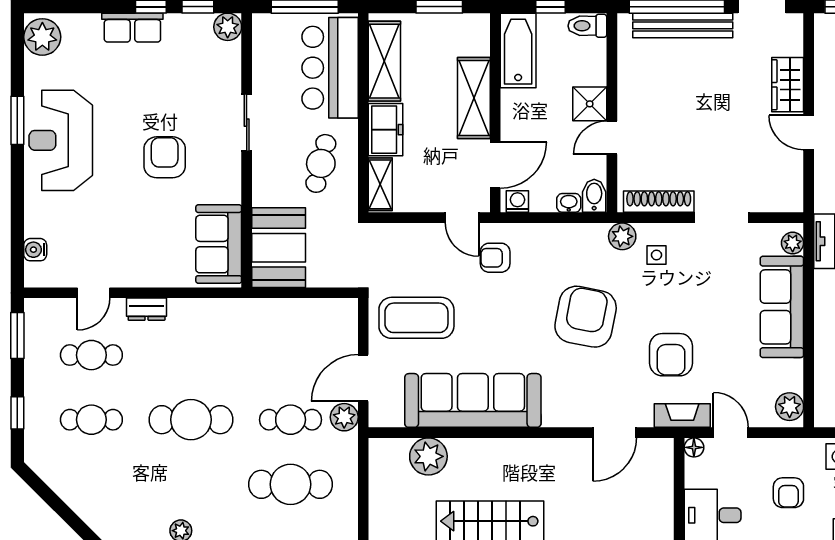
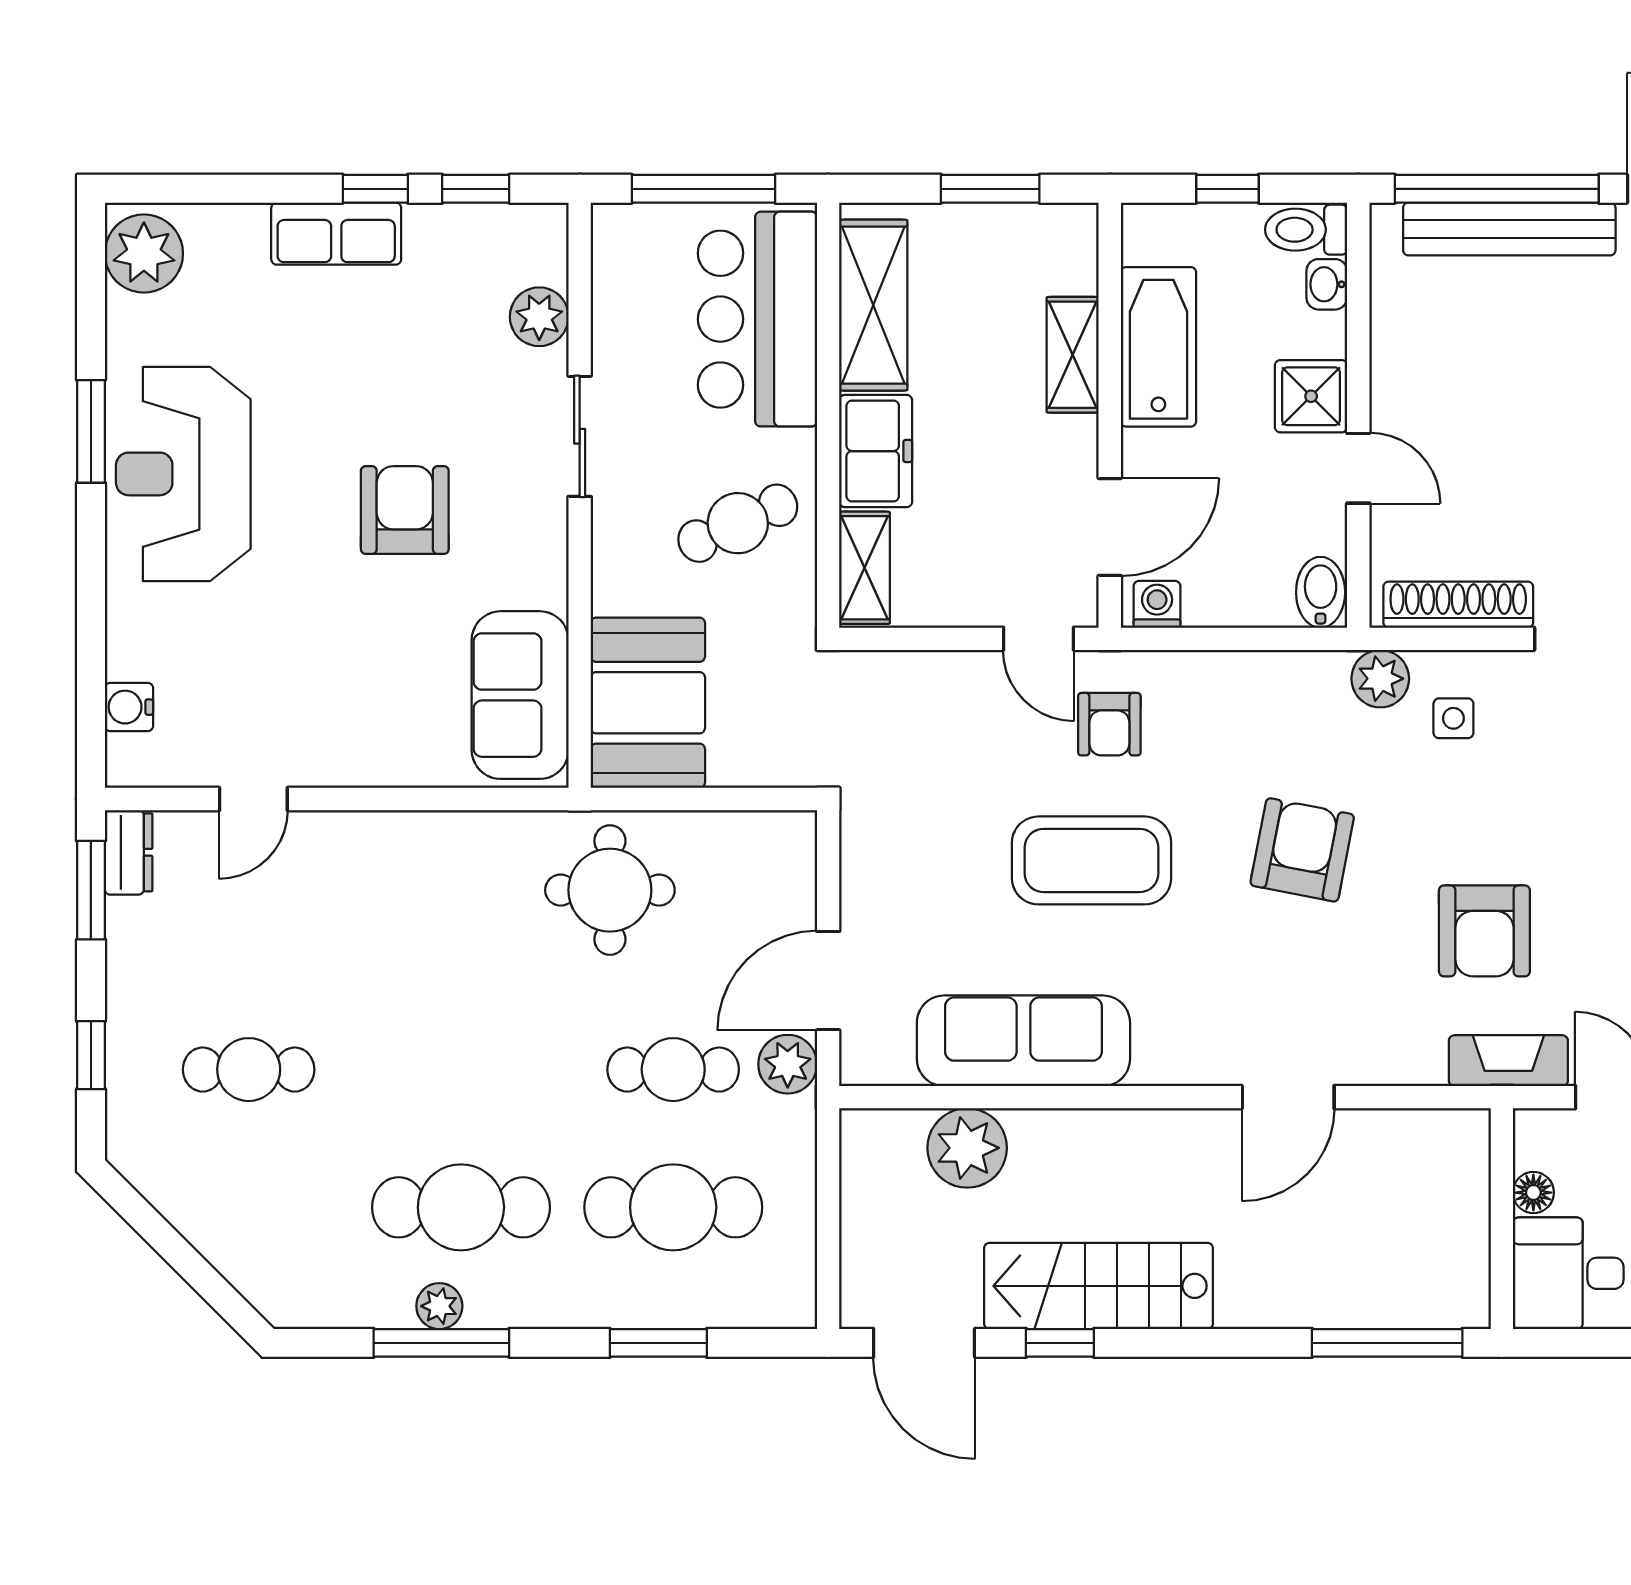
plant: (228, 27) -> (539, 317), moved
bathtub: (518, 51) -> (1158, 347), moved
shelving: (474, 98) -> (1073, 355), width x0.67, depth x0.75
door: (612, 138) -> (1358, 468), swing flipped
cafe table: (321, 163) -> (738, 523), turned 52
washbasin: (569, 203) -> (1327, 284), moved, turned -90
armchair: (495, 258) -> (1109, 724), turned -90
dresser: (147, 309) -> (129, 852), moved, turned -90
armchair: (586, 317) -> (1302, 850), width x0.73, depth x0.73
coffee table: (416, 318) -> (1092, 860), moved
round table: (261, 336) -> (610, 890), added
cafe table: (91, 355) -> (249, 932), removed
sofa: (473, 400) -> (1023, 1041), width x0.74, depth x0.79
cafe table: (191, 420) -> (461, 1207), moved
door: (615, 433) -> (1288, 1097), moved
floor lamp: (694, 447) -> (1533, 1193), moved

